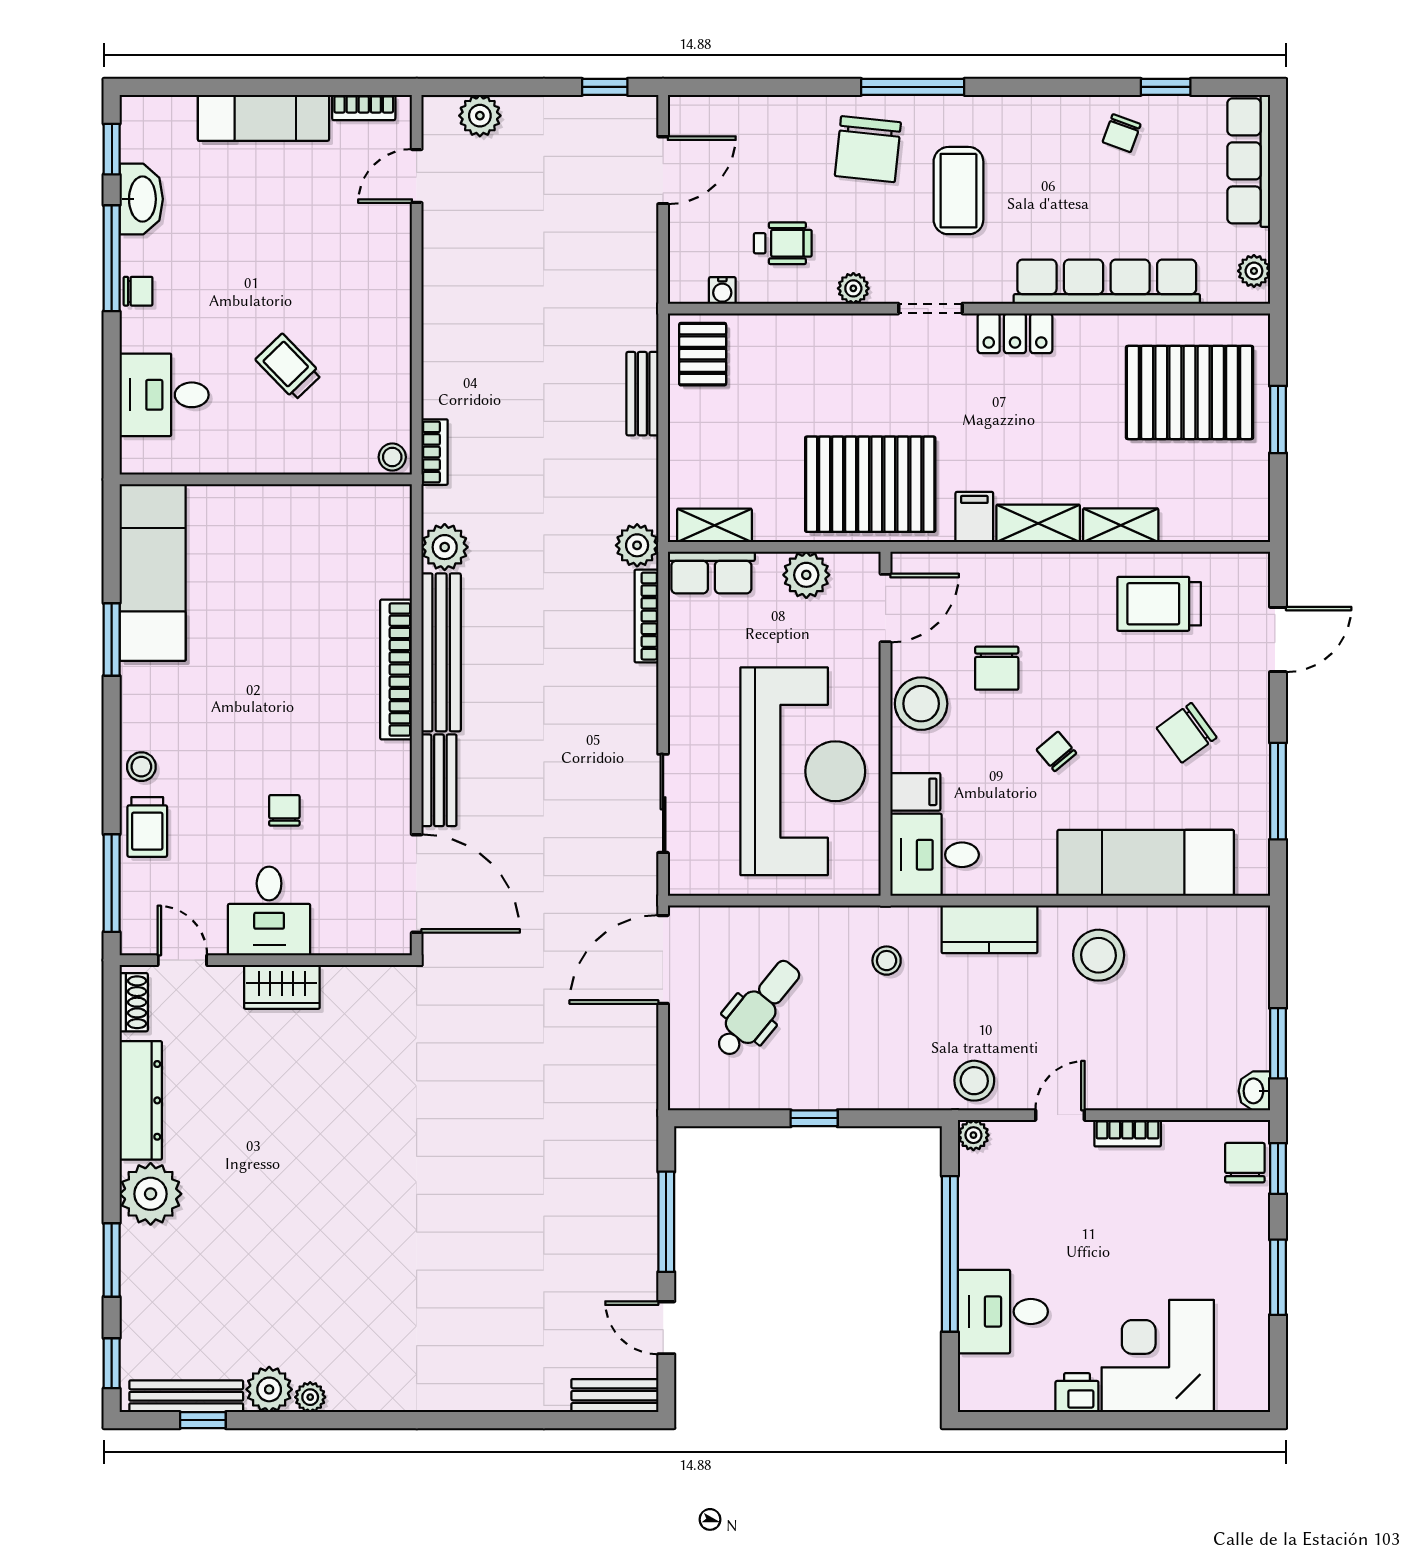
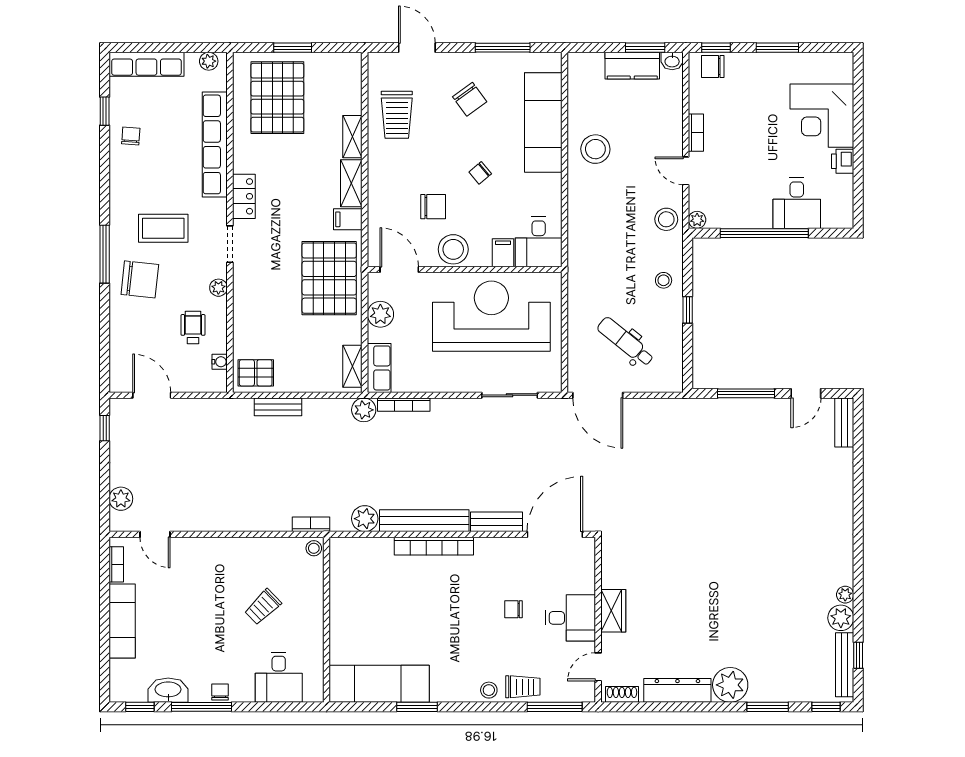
chair: (1122, 133) -> (131, 136), turned -106
kitchen counter: (989, 929) -> (632, 66), moved, turned 90
stool: (887, 961) -> (664, 280), moved

